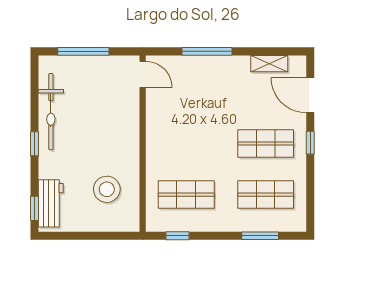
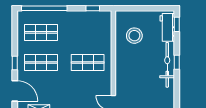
bicycle: (51, 112) -> (167, 65), moved
shop shelf: (186, 195) -> (88, 62), moved
window: (260, 236) -> (44, 8), width x2.11

